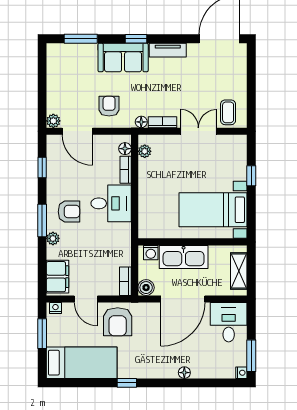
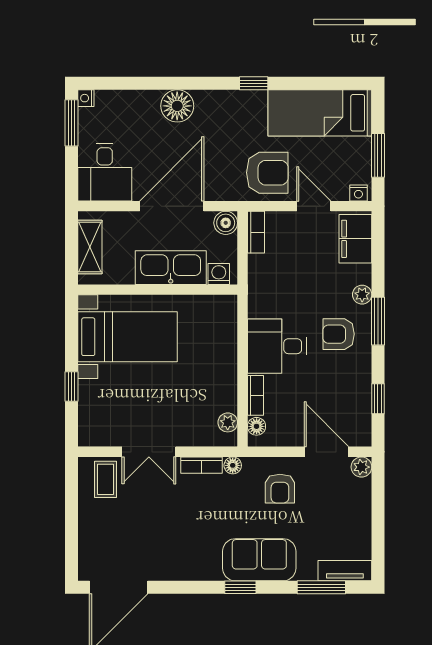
tv unit: (168, 50) -> (345, 571), moved
armchair: (118, 322) -> (267, 173), turned 90
floor lamp: (184, 373) -> (177, 106), width x1.89, depth x1.89

